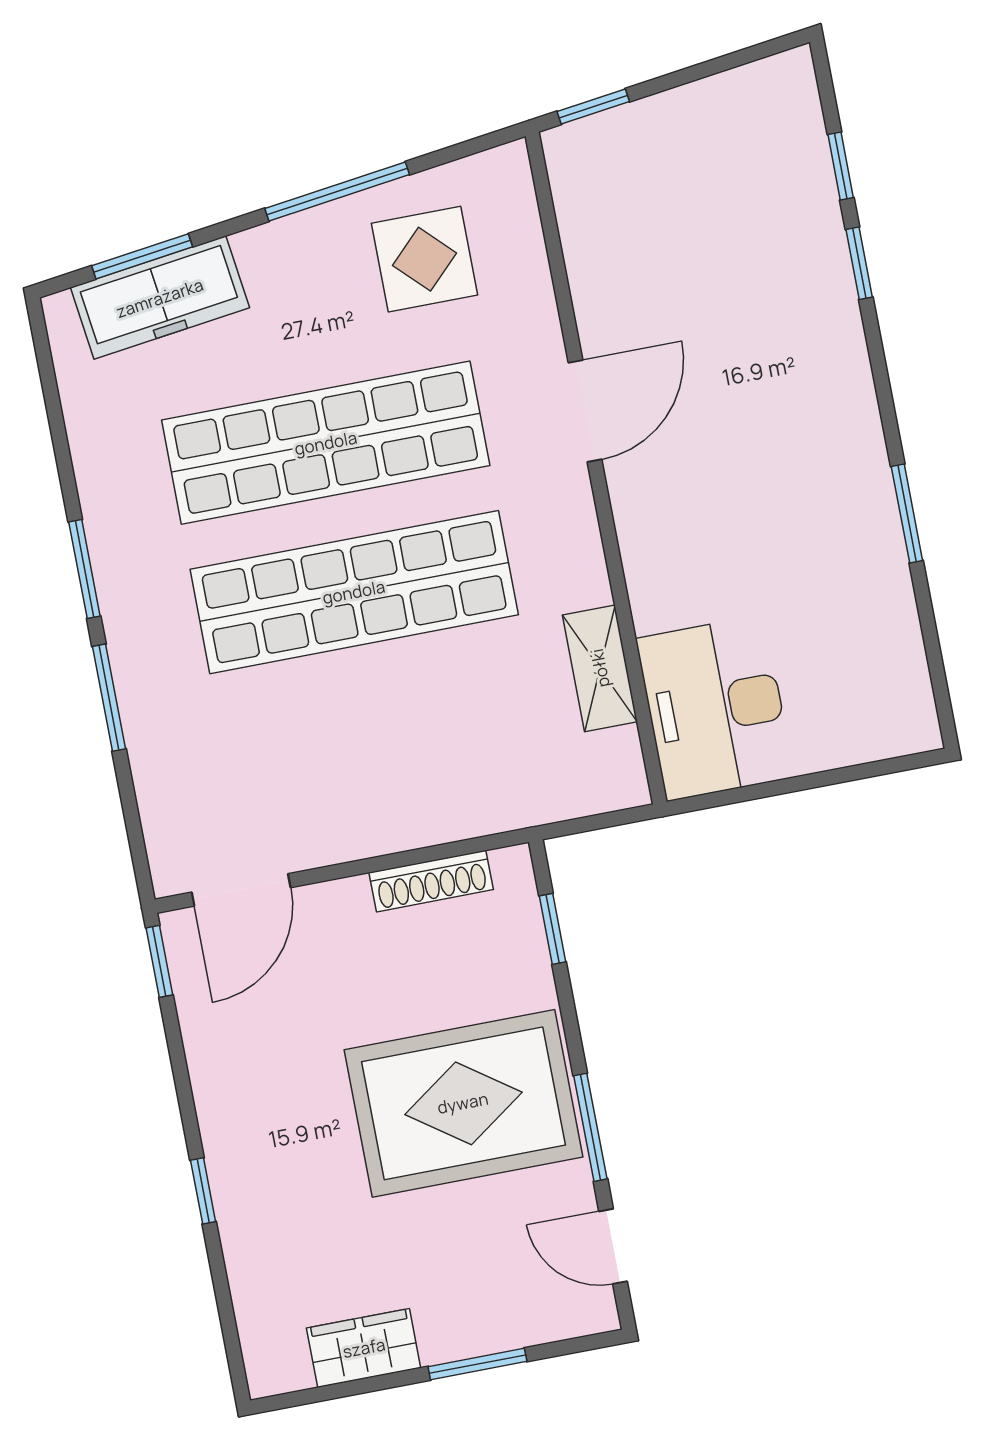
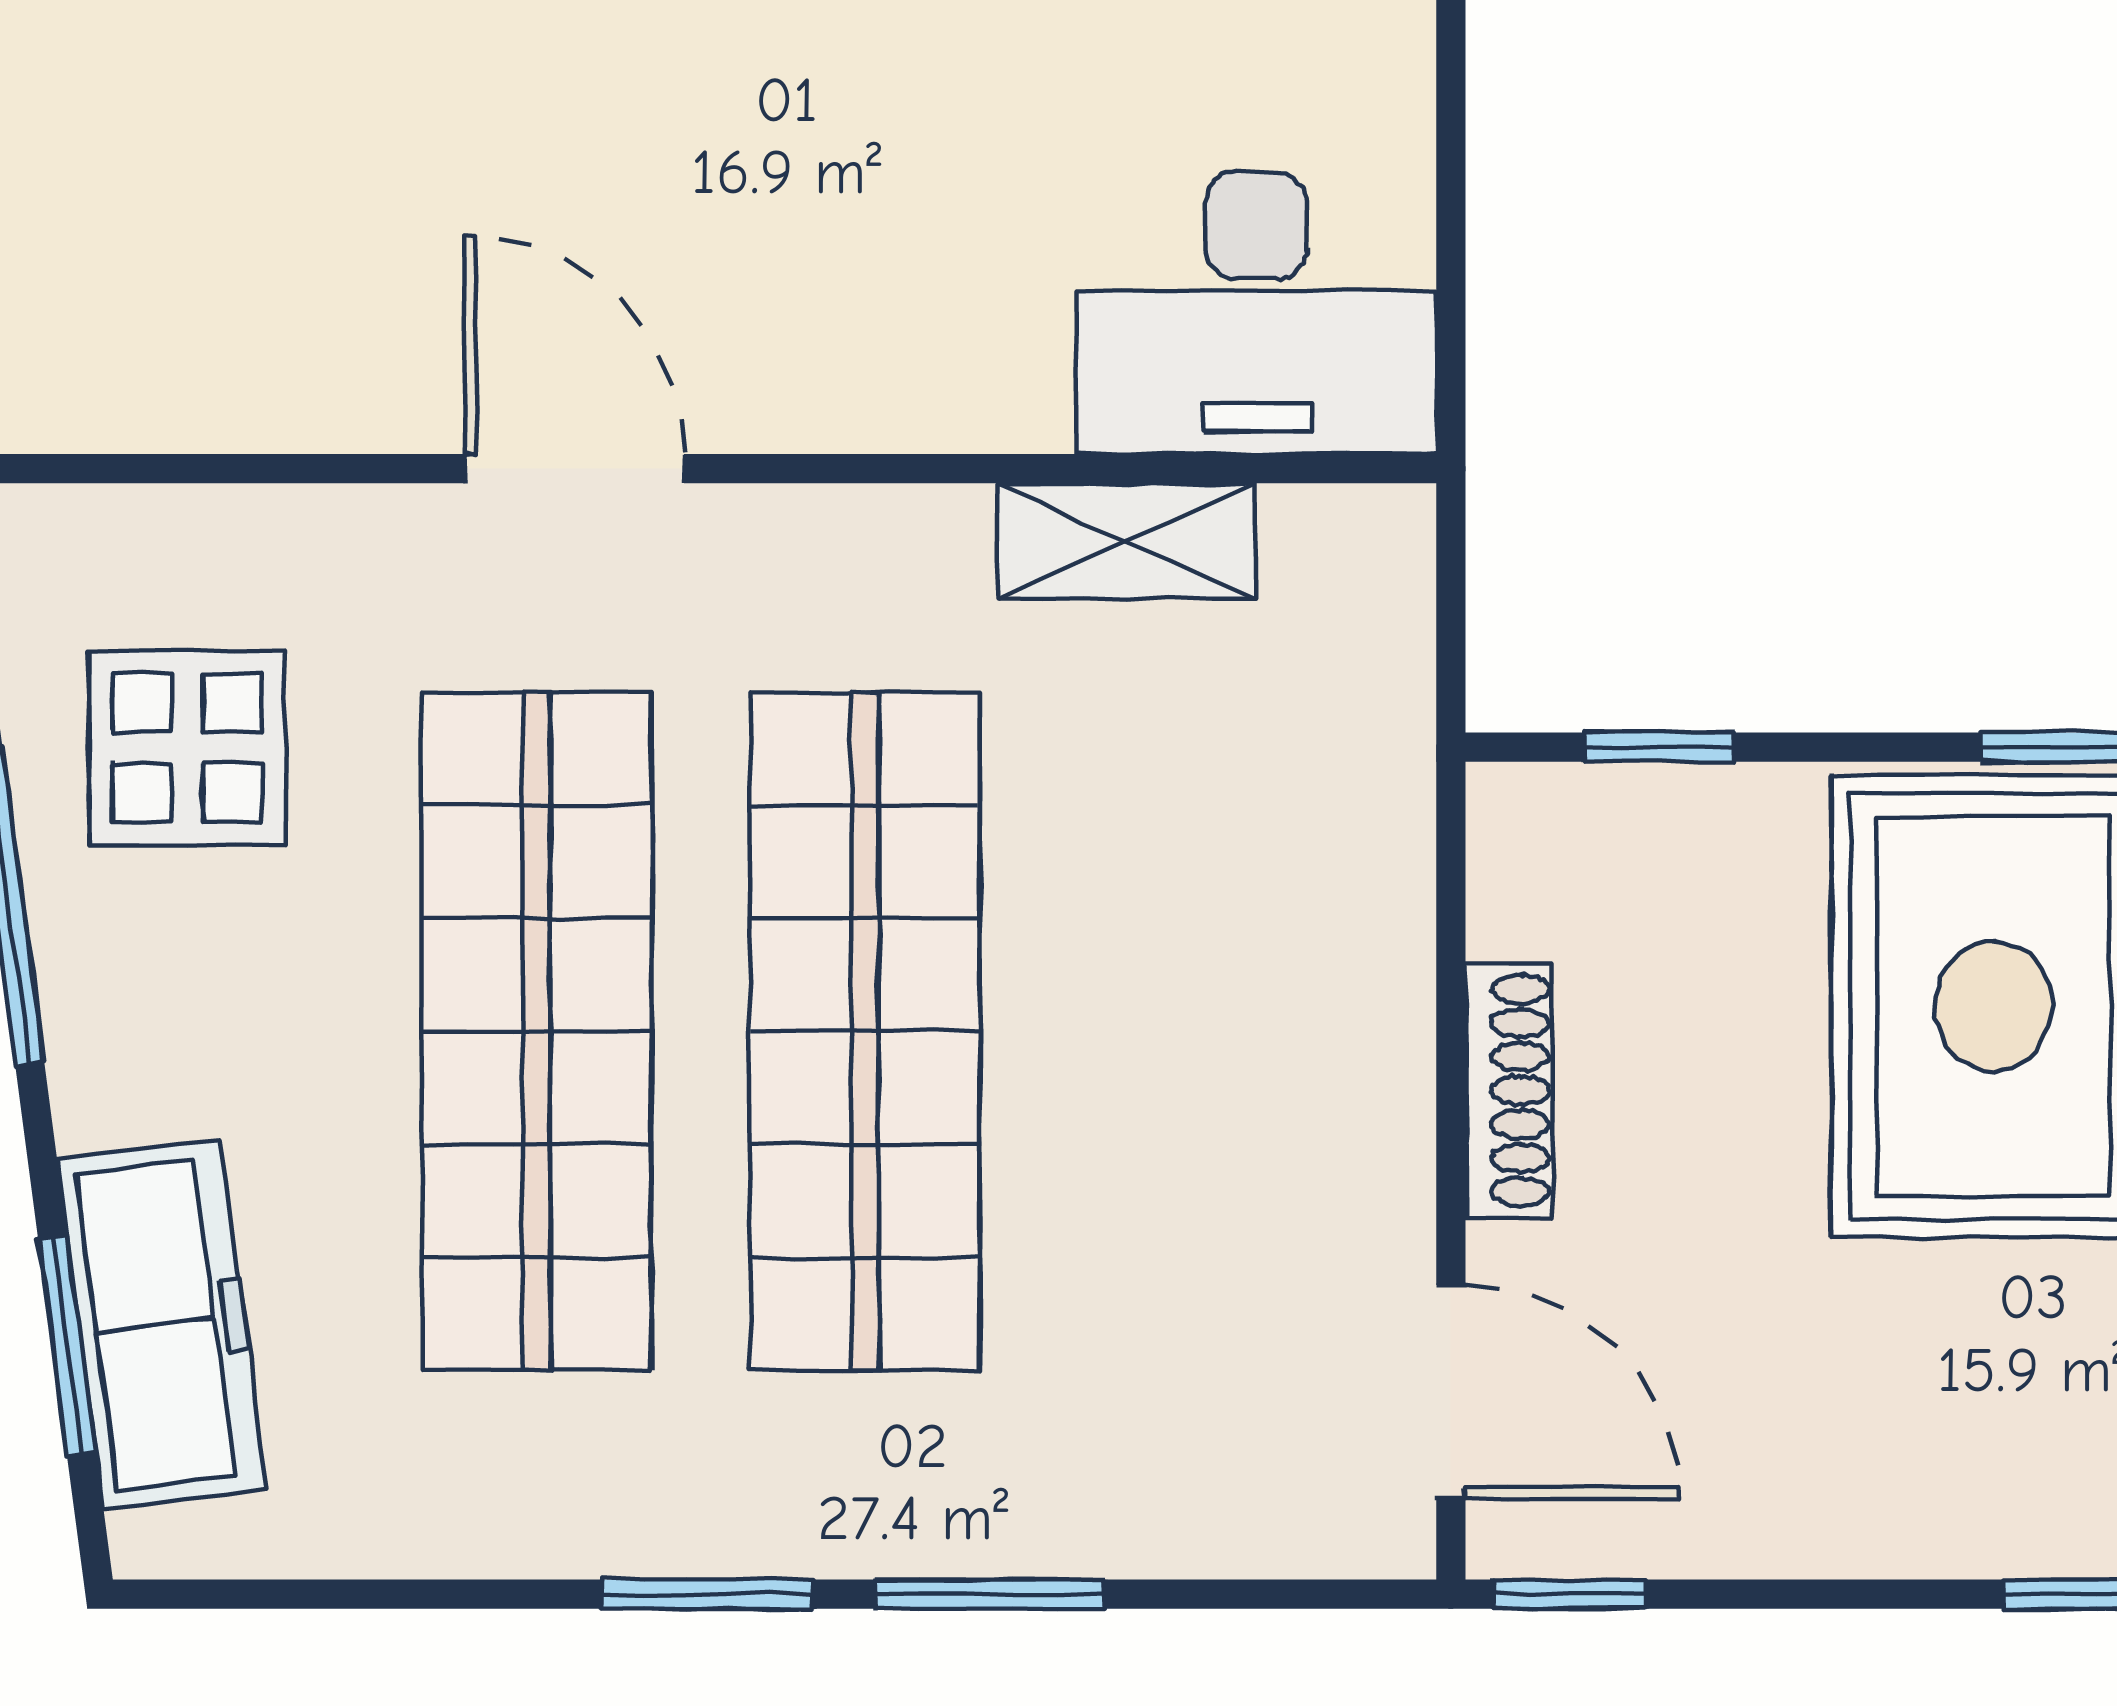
shoe rack: (431, 881) -> (1509, 1090), moved

